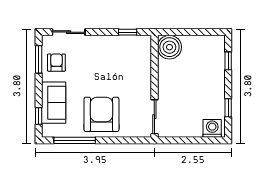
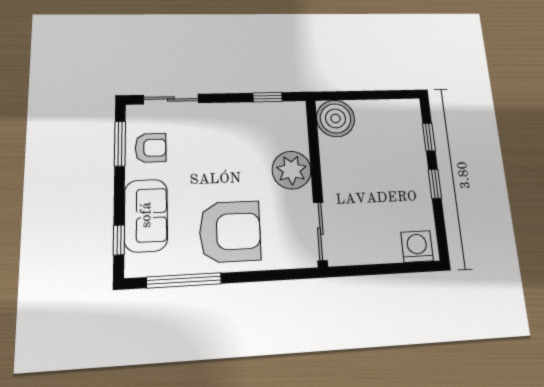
armchair: (56, 63) -> (151, 148), turned 90
plant: (140, 79) -> (292, 170), added
window: (228, 108) -> (435, 184), moved
armchair: (101, 114) -> (230, 232), turned 90

